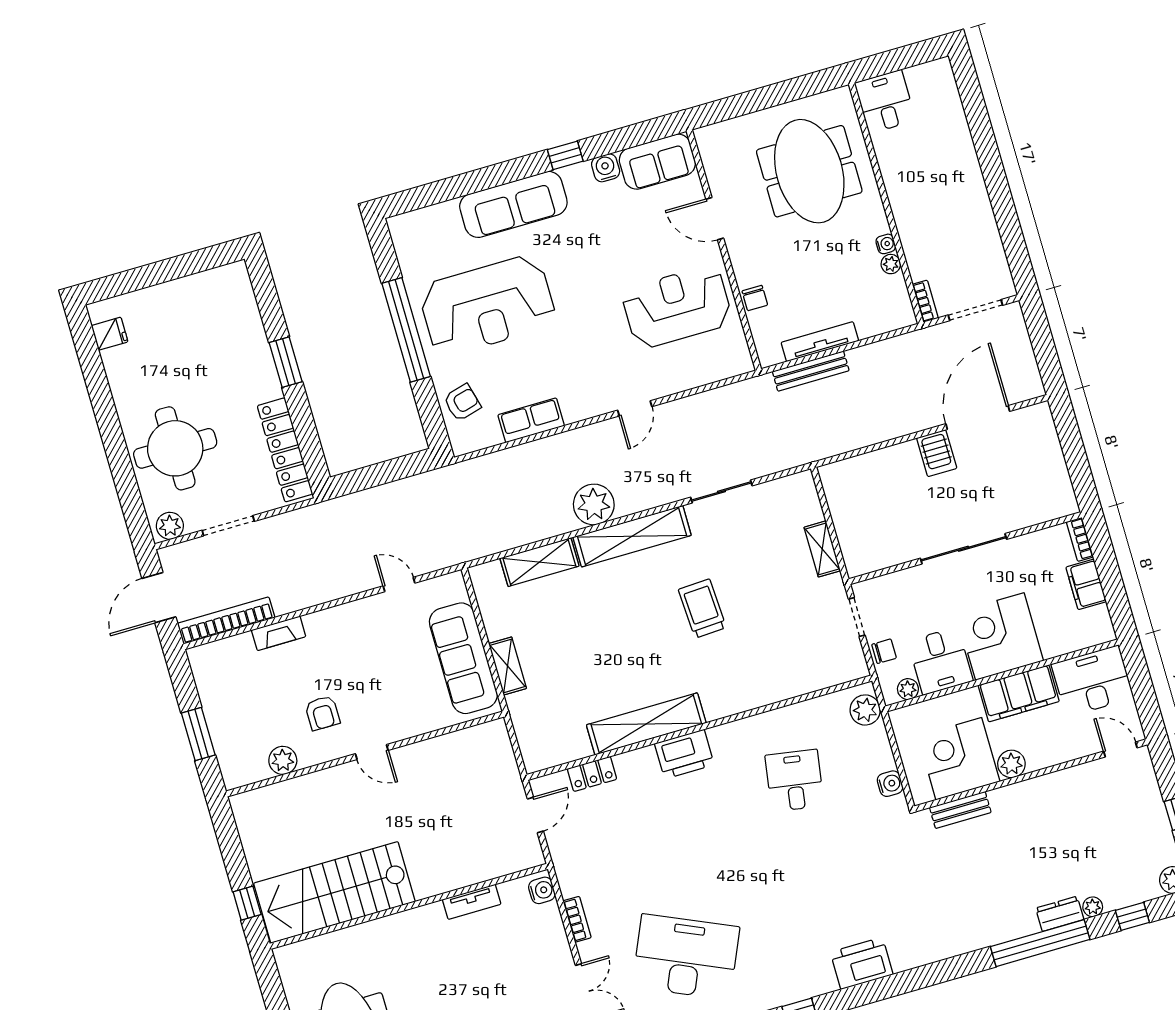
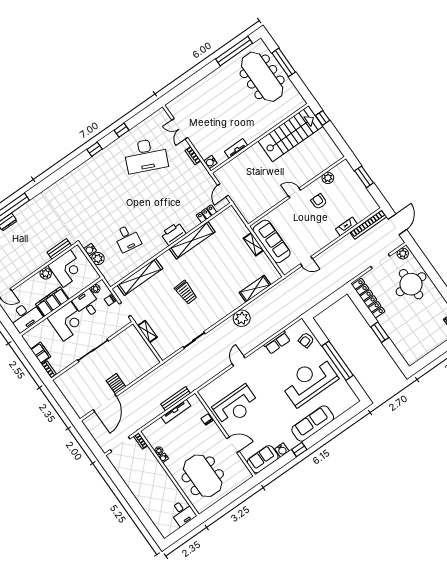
shelving: (632, 536) -> (140, 277), moved
plant: (865, 710) -> (98, 259), moved
printer: (862, 963) -> (77, 176), removed

